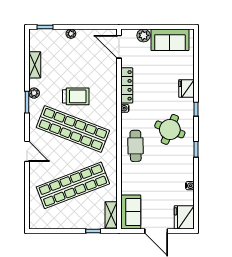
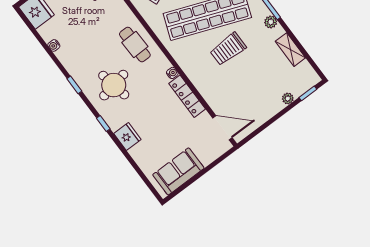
plant: (71, 34) -> (288, 98), moved
plant: (144, 35) -> (207, 156), removed
round table: (170, 129) -> (114, 85), turned -33

